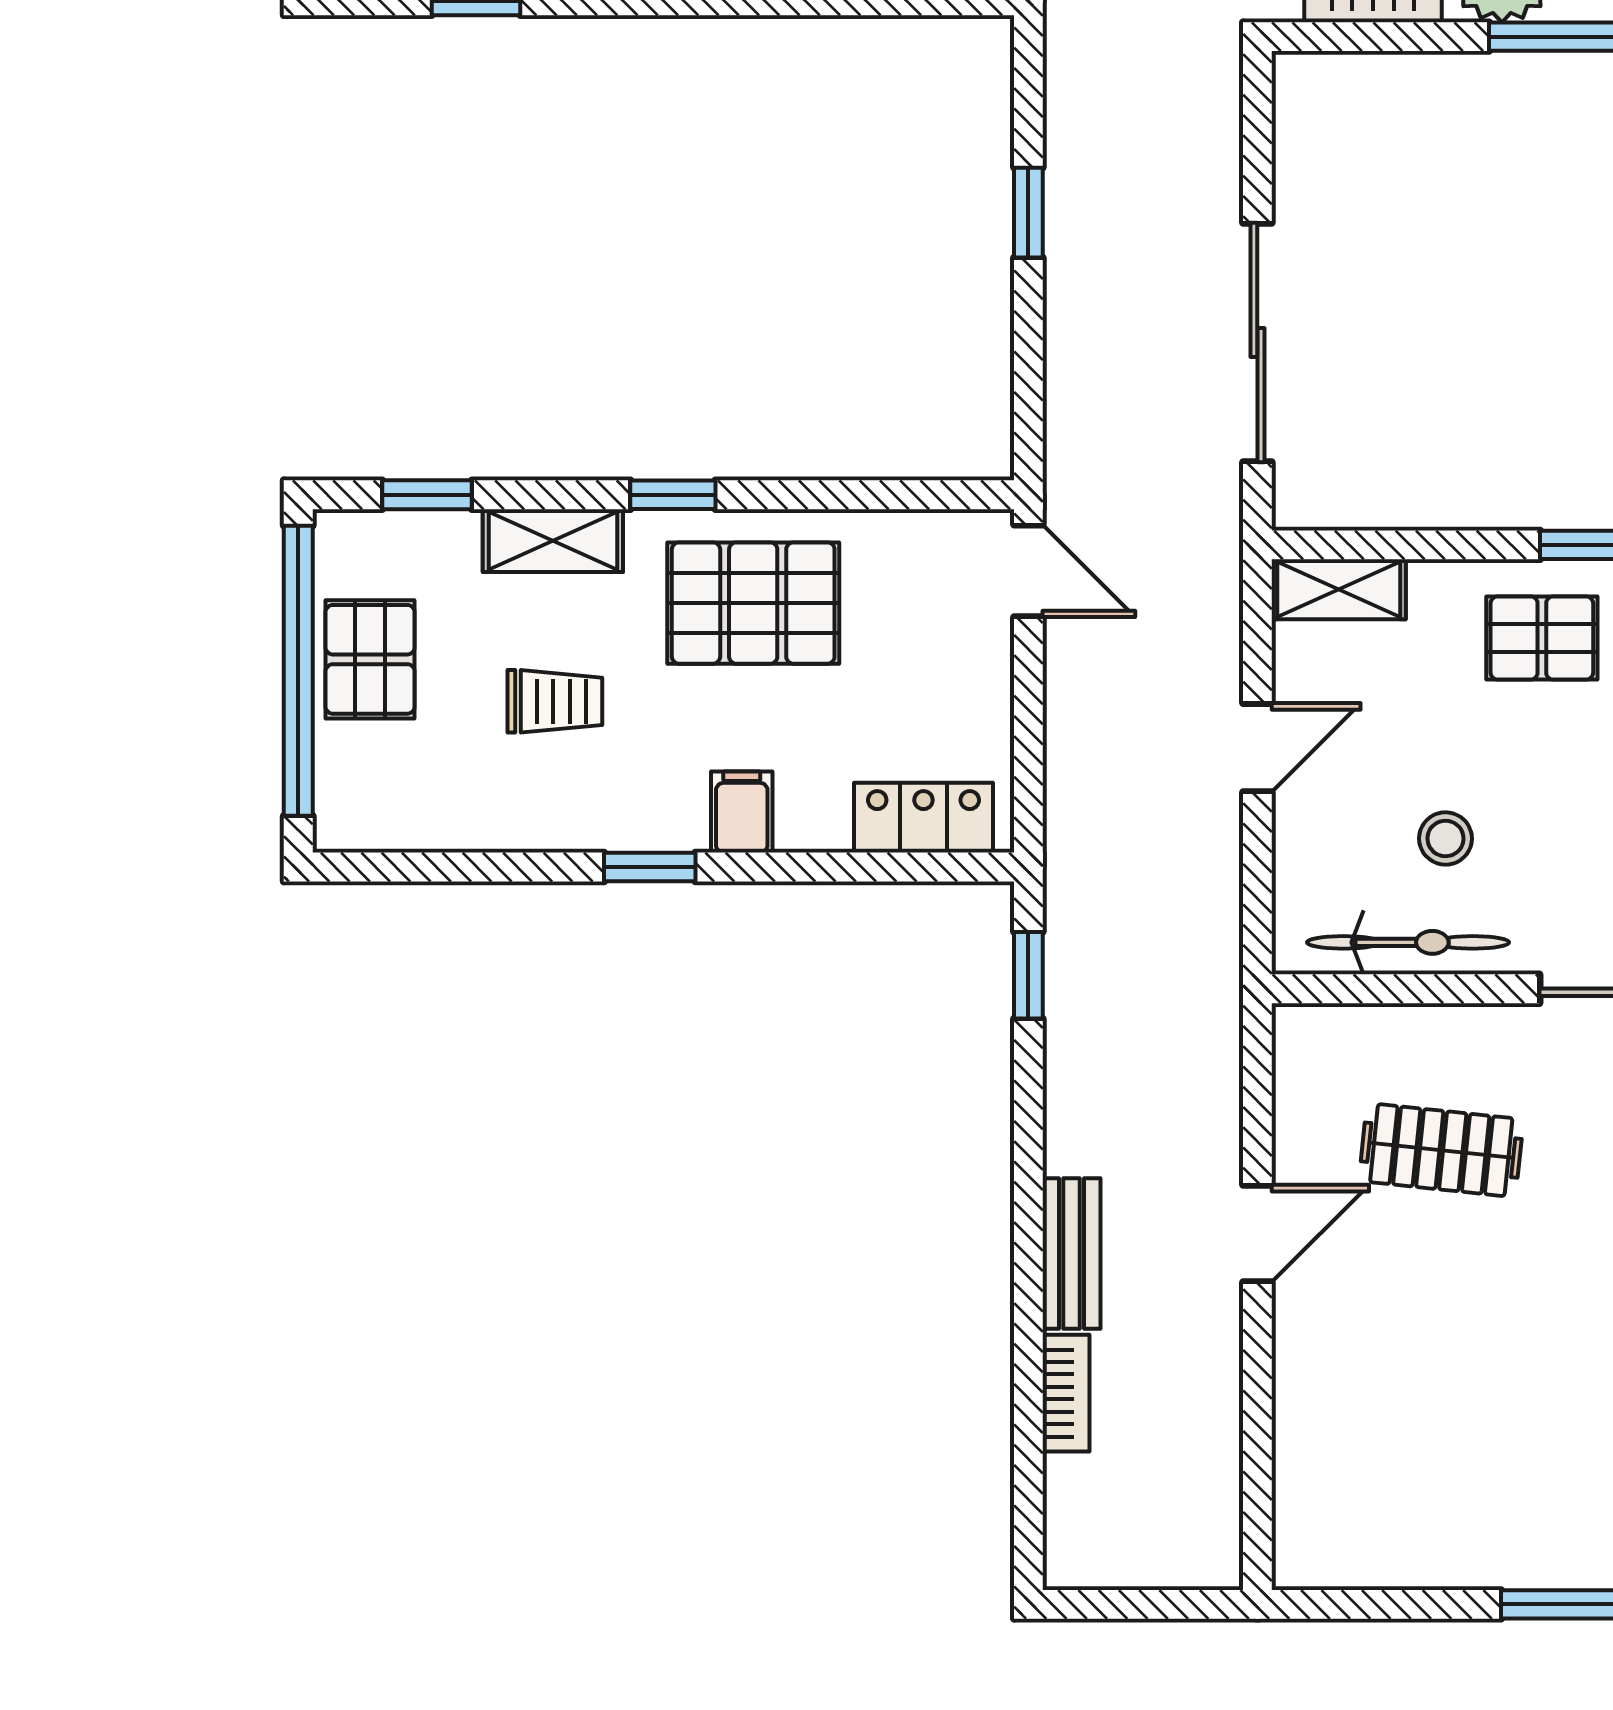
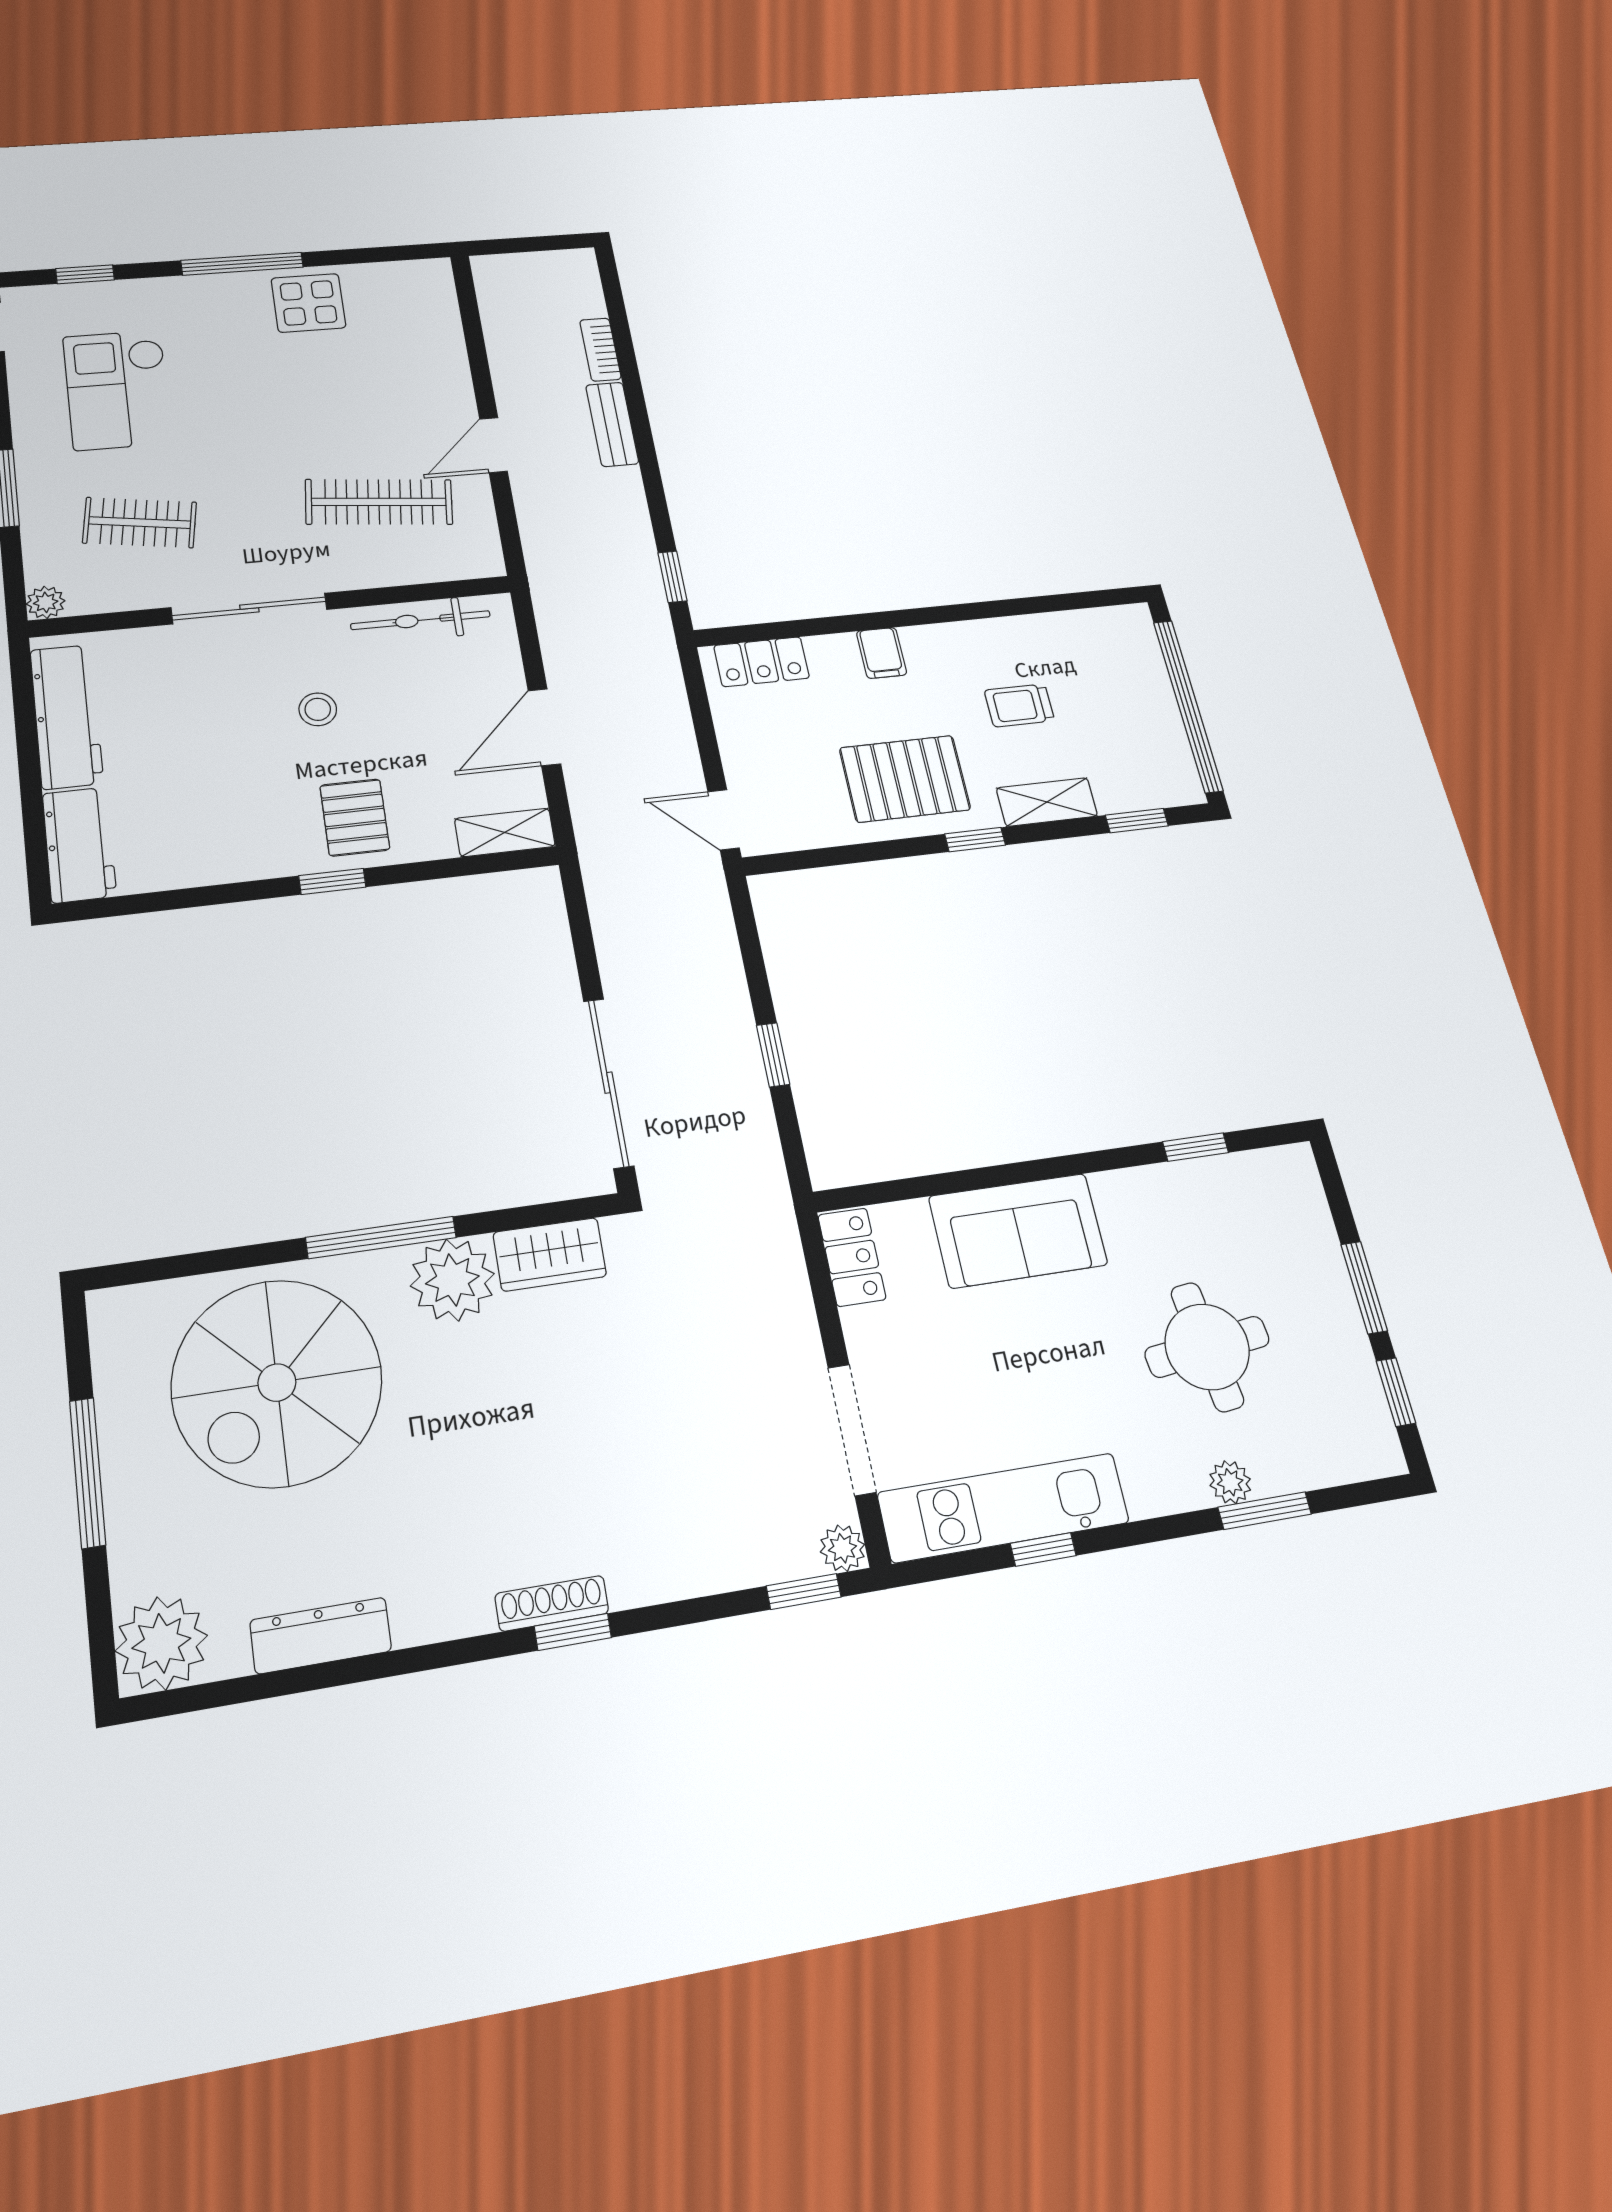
sliding door: (1257, 343) -> (608, 1083), moved
pallet: (1542, 638) -> (355, 817), turned 90
pallet: (370, 659) -> (1145, 717), removed
door: (1257, 748) -> (544, 727), width x1.38
stool: (1445, 838) -> (318, 709), moved
window: (650, 867) -> (933, 615), removed
clothes rail: (1441, 1150) -> (379, 502), width x1.36
display table: (1501, 1521) -> (308, 303), added

